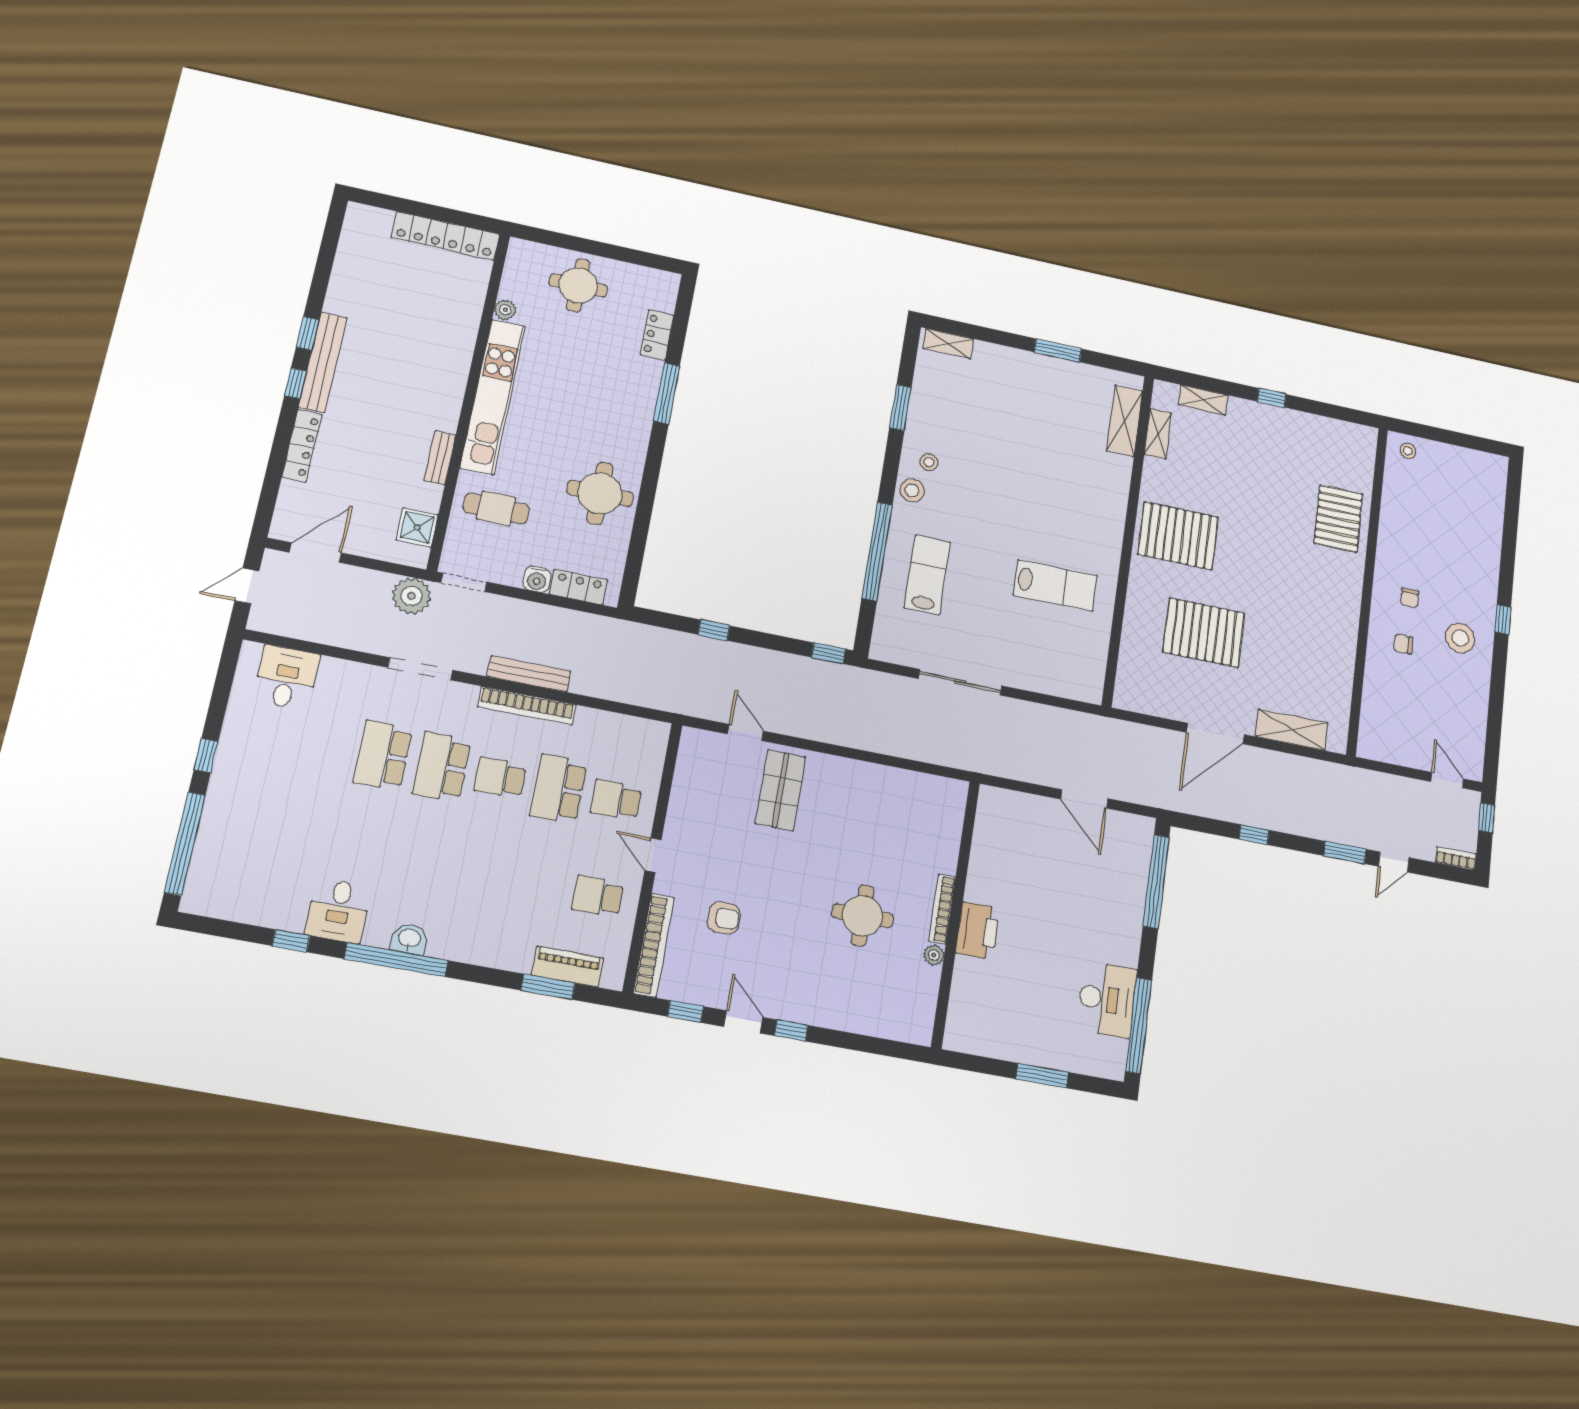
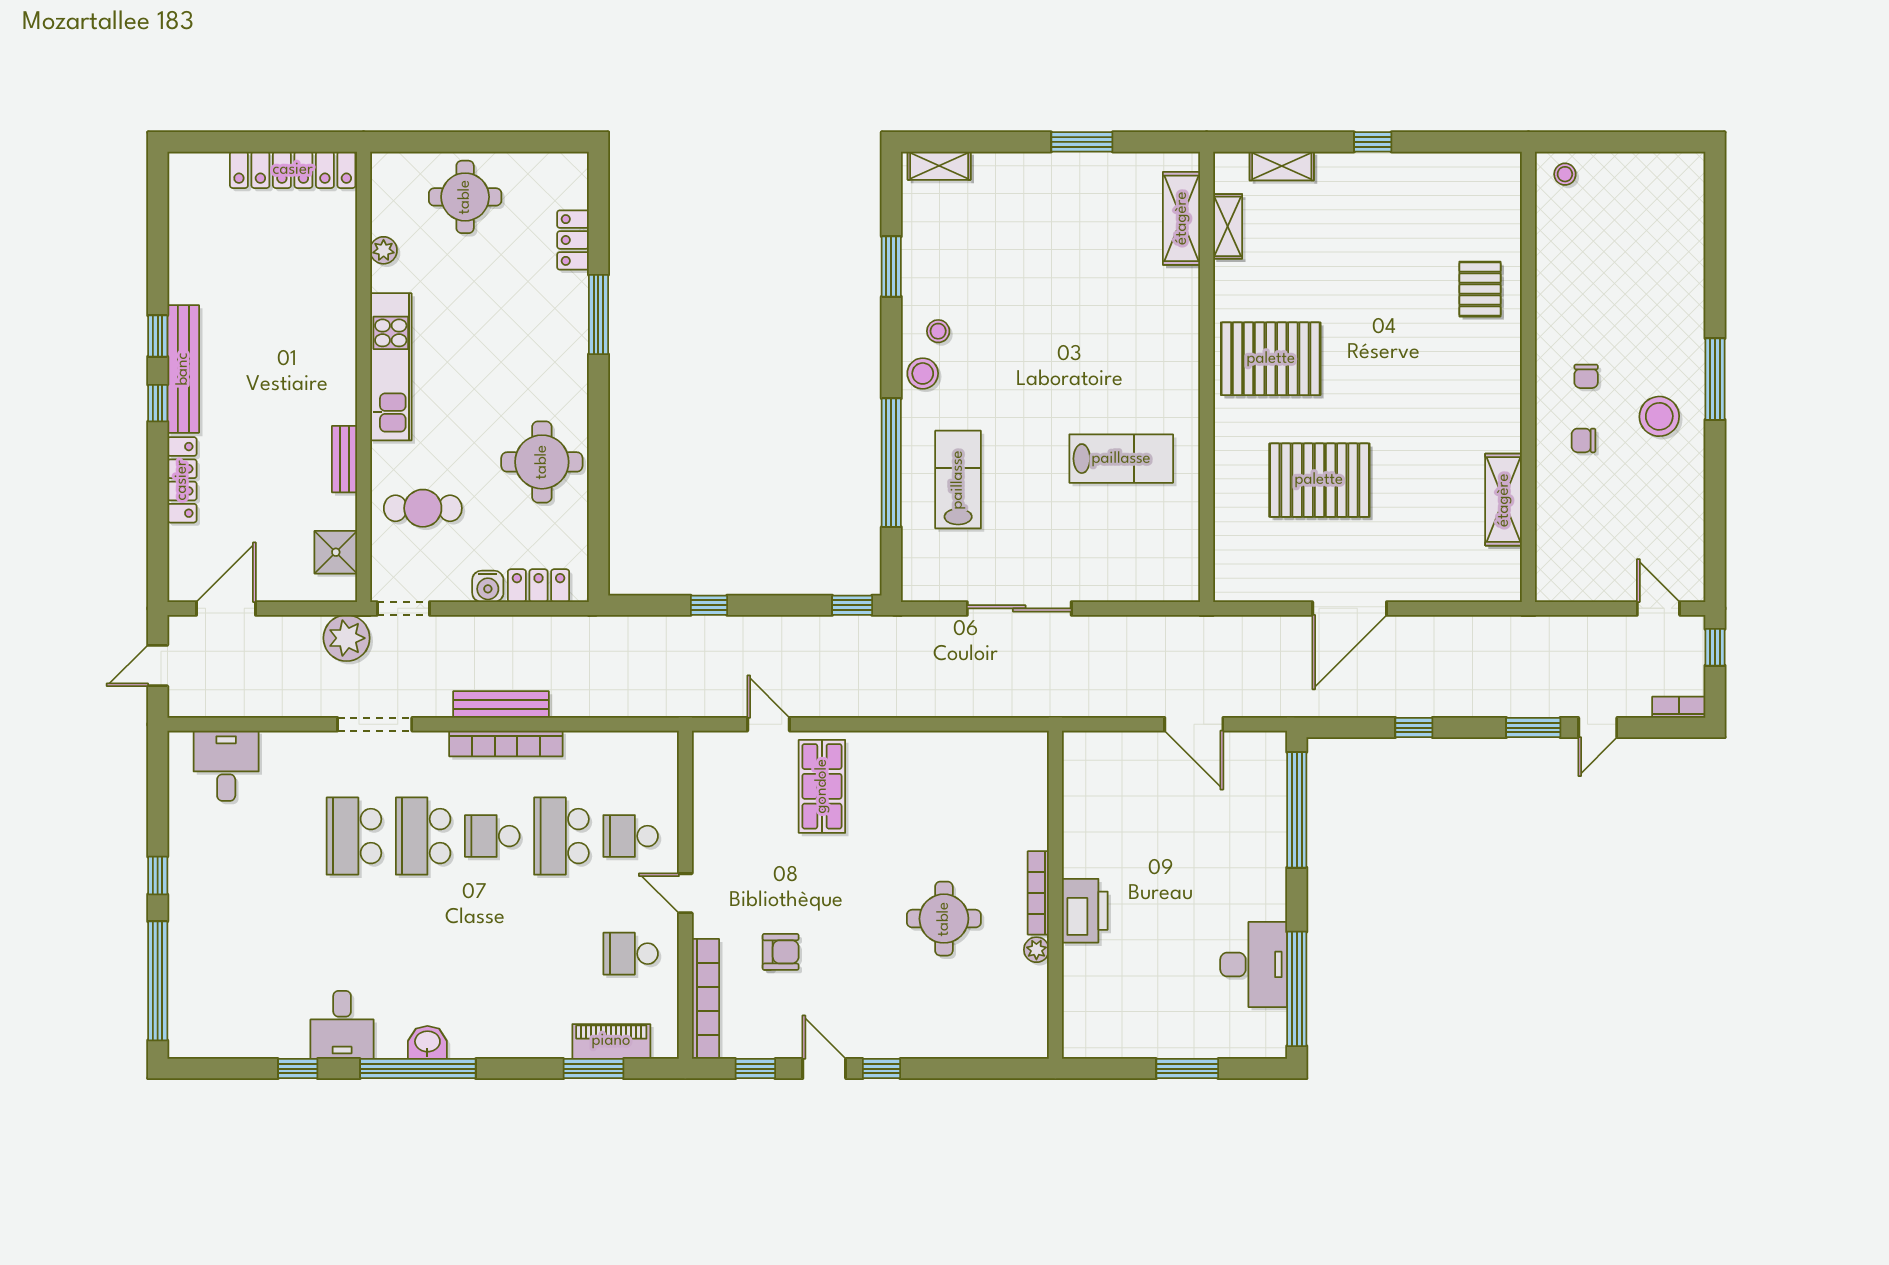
kitchen unit: (493, 397) -> (391, 367), width x0.73
pallet: (1338, 519) -> (1480, 289), width x0.67, depth x0.71
window: (1503, 619) -> (1715, 379), width x2.17
shelving: (1292, 730) -> (1504, 500), moved, turned 90

